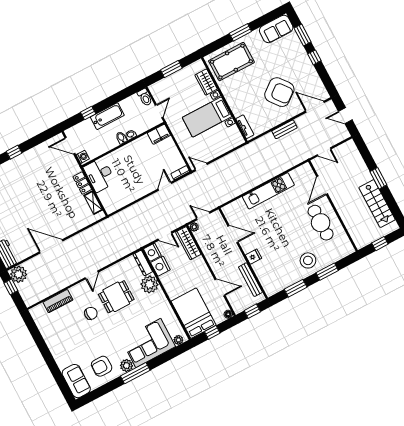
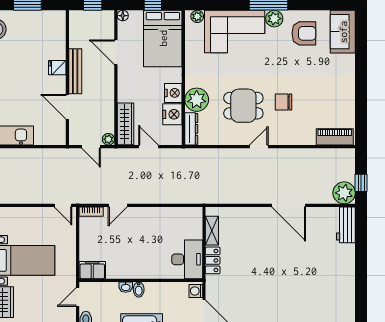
nightstand: (152, 252) -> (173, 93), moved
bench: (250, 280) -> (75, 71), moved
piano: (58, 301) -> (335, 137), moved

